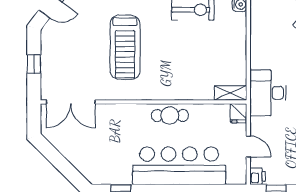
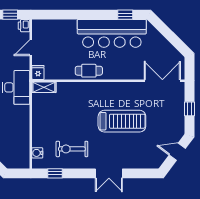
treadmill: (125, 47) -> (122, 121), turned 90
door: (248, 146) -> (31, 48), hinge flipped
bar counter: (179, 166) -> (112, 33), moved

